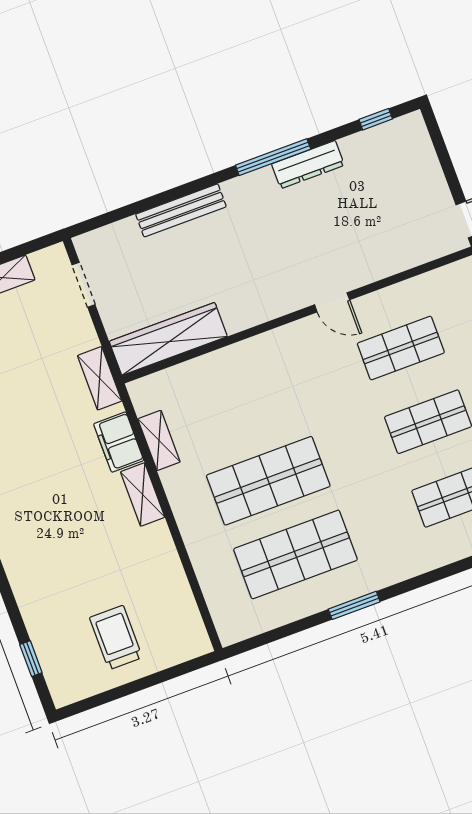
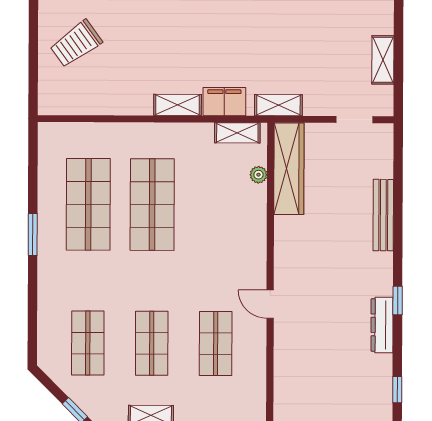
window: (273, 157) -> (398, 301), width x0.46
door: (332, 302) -> (270, 304), hinge flipped
plant: (188, 371) -> (258, 175), added
shelving: (159, 440) -> (237, 133), moved
trolley: (116, 638) -> (76, 44), turned 144

